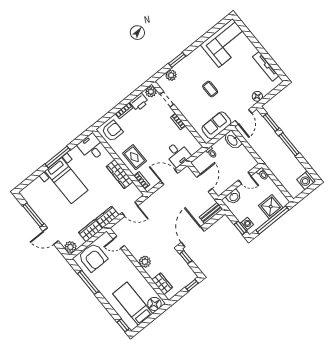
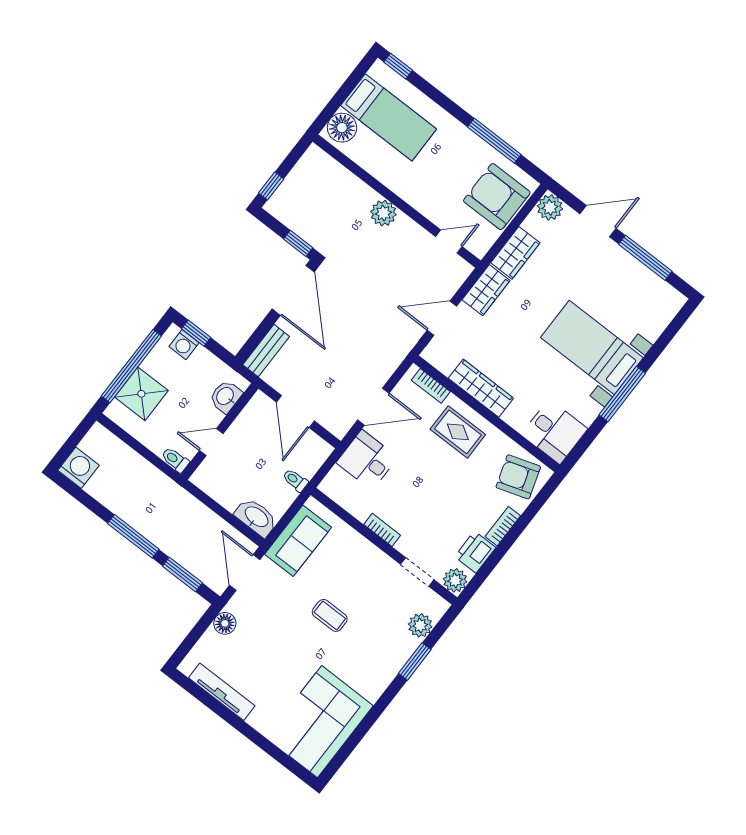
armchair: (112, 131) -> (518, 477), turned 72
wardrobe: (162, 284) -> (335, 175), removed

